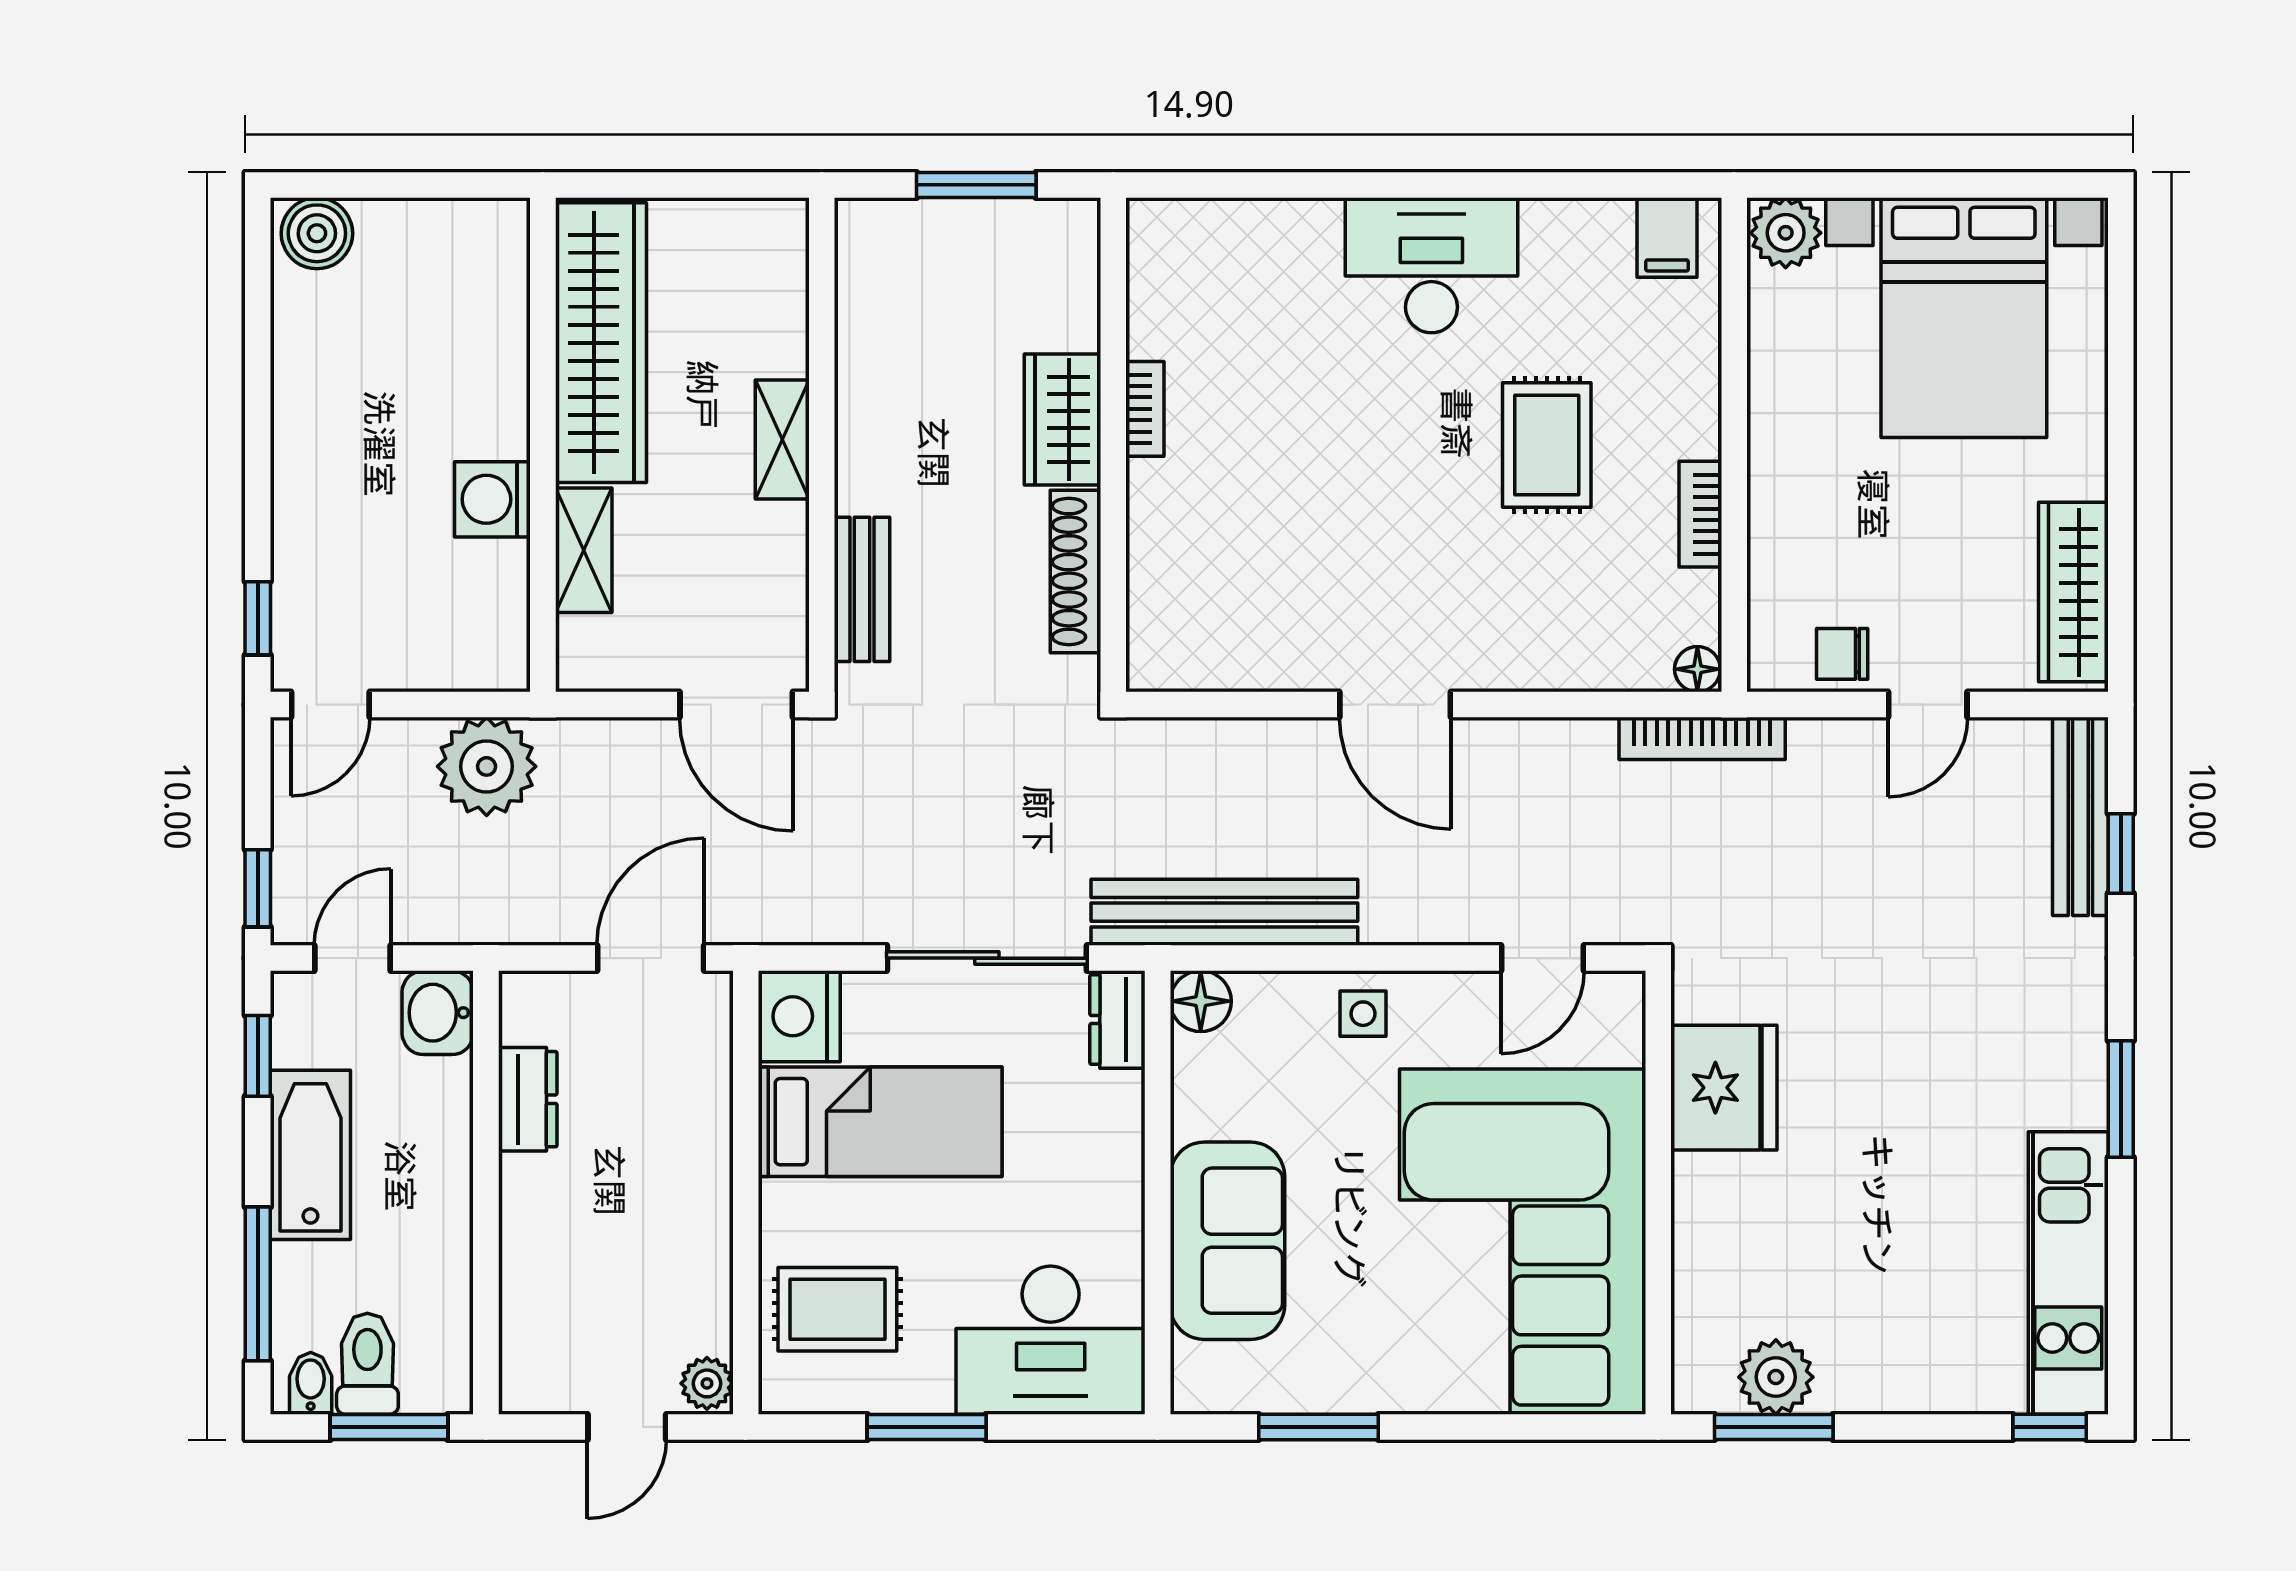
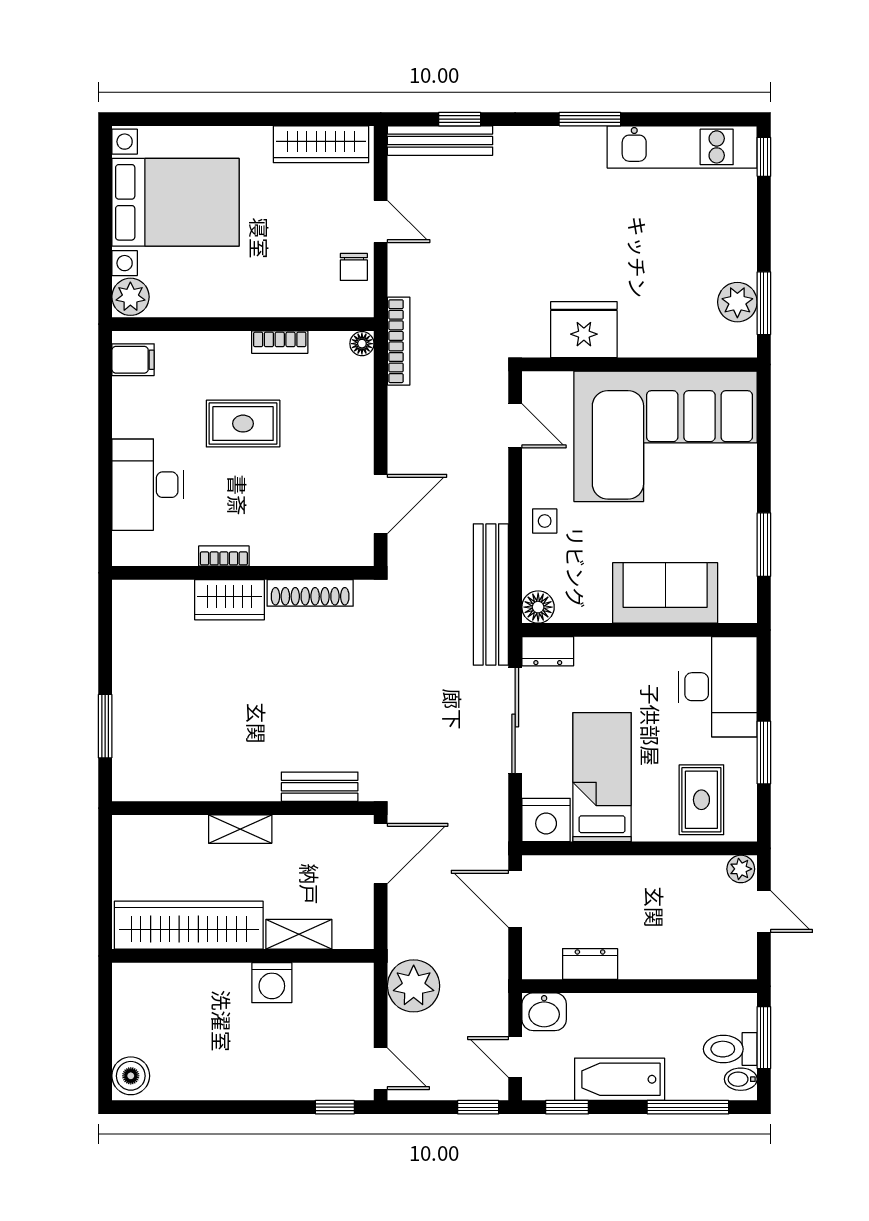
bookcase: (1145, 409) -> (224, 556), moved
wardrobe: (1062, 419) -> (230, 600), moved
wall: (1113, 445) -> (243, 573), moved
shoe rack: (1075, 571) -> (310, 593), moved

